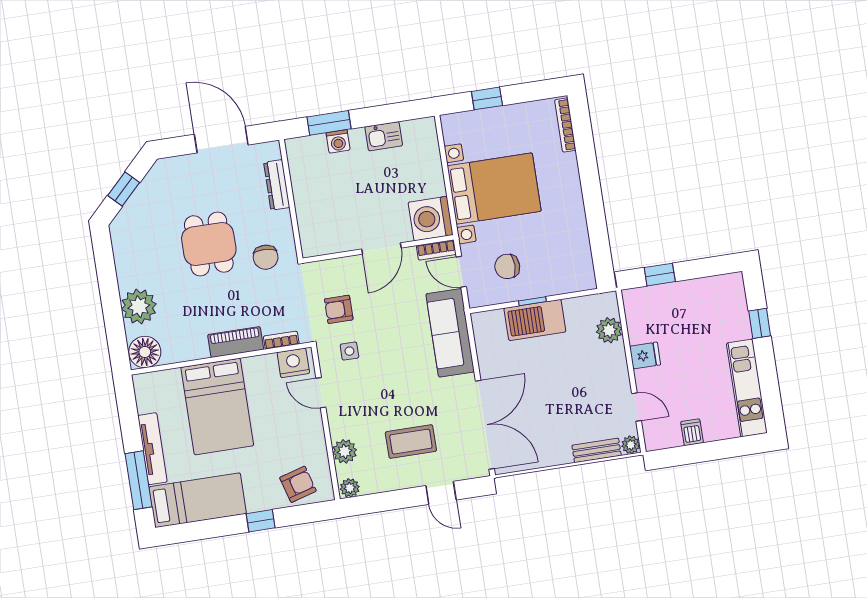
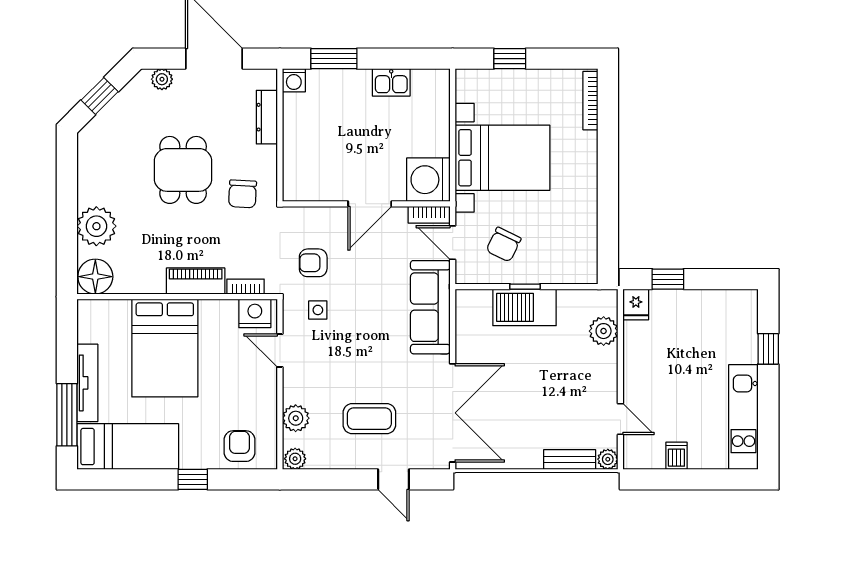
washing machine: (338, 141) -> (294, 80), moved
plant: (177, 165) -> (162, 79), added
chair: (507, 266) -> (504, 245), turned -64
fridge: (645, 356) -> (636, 304), moved, turned 90
armchair: (298, 484) -> (239, 446), turned -74

